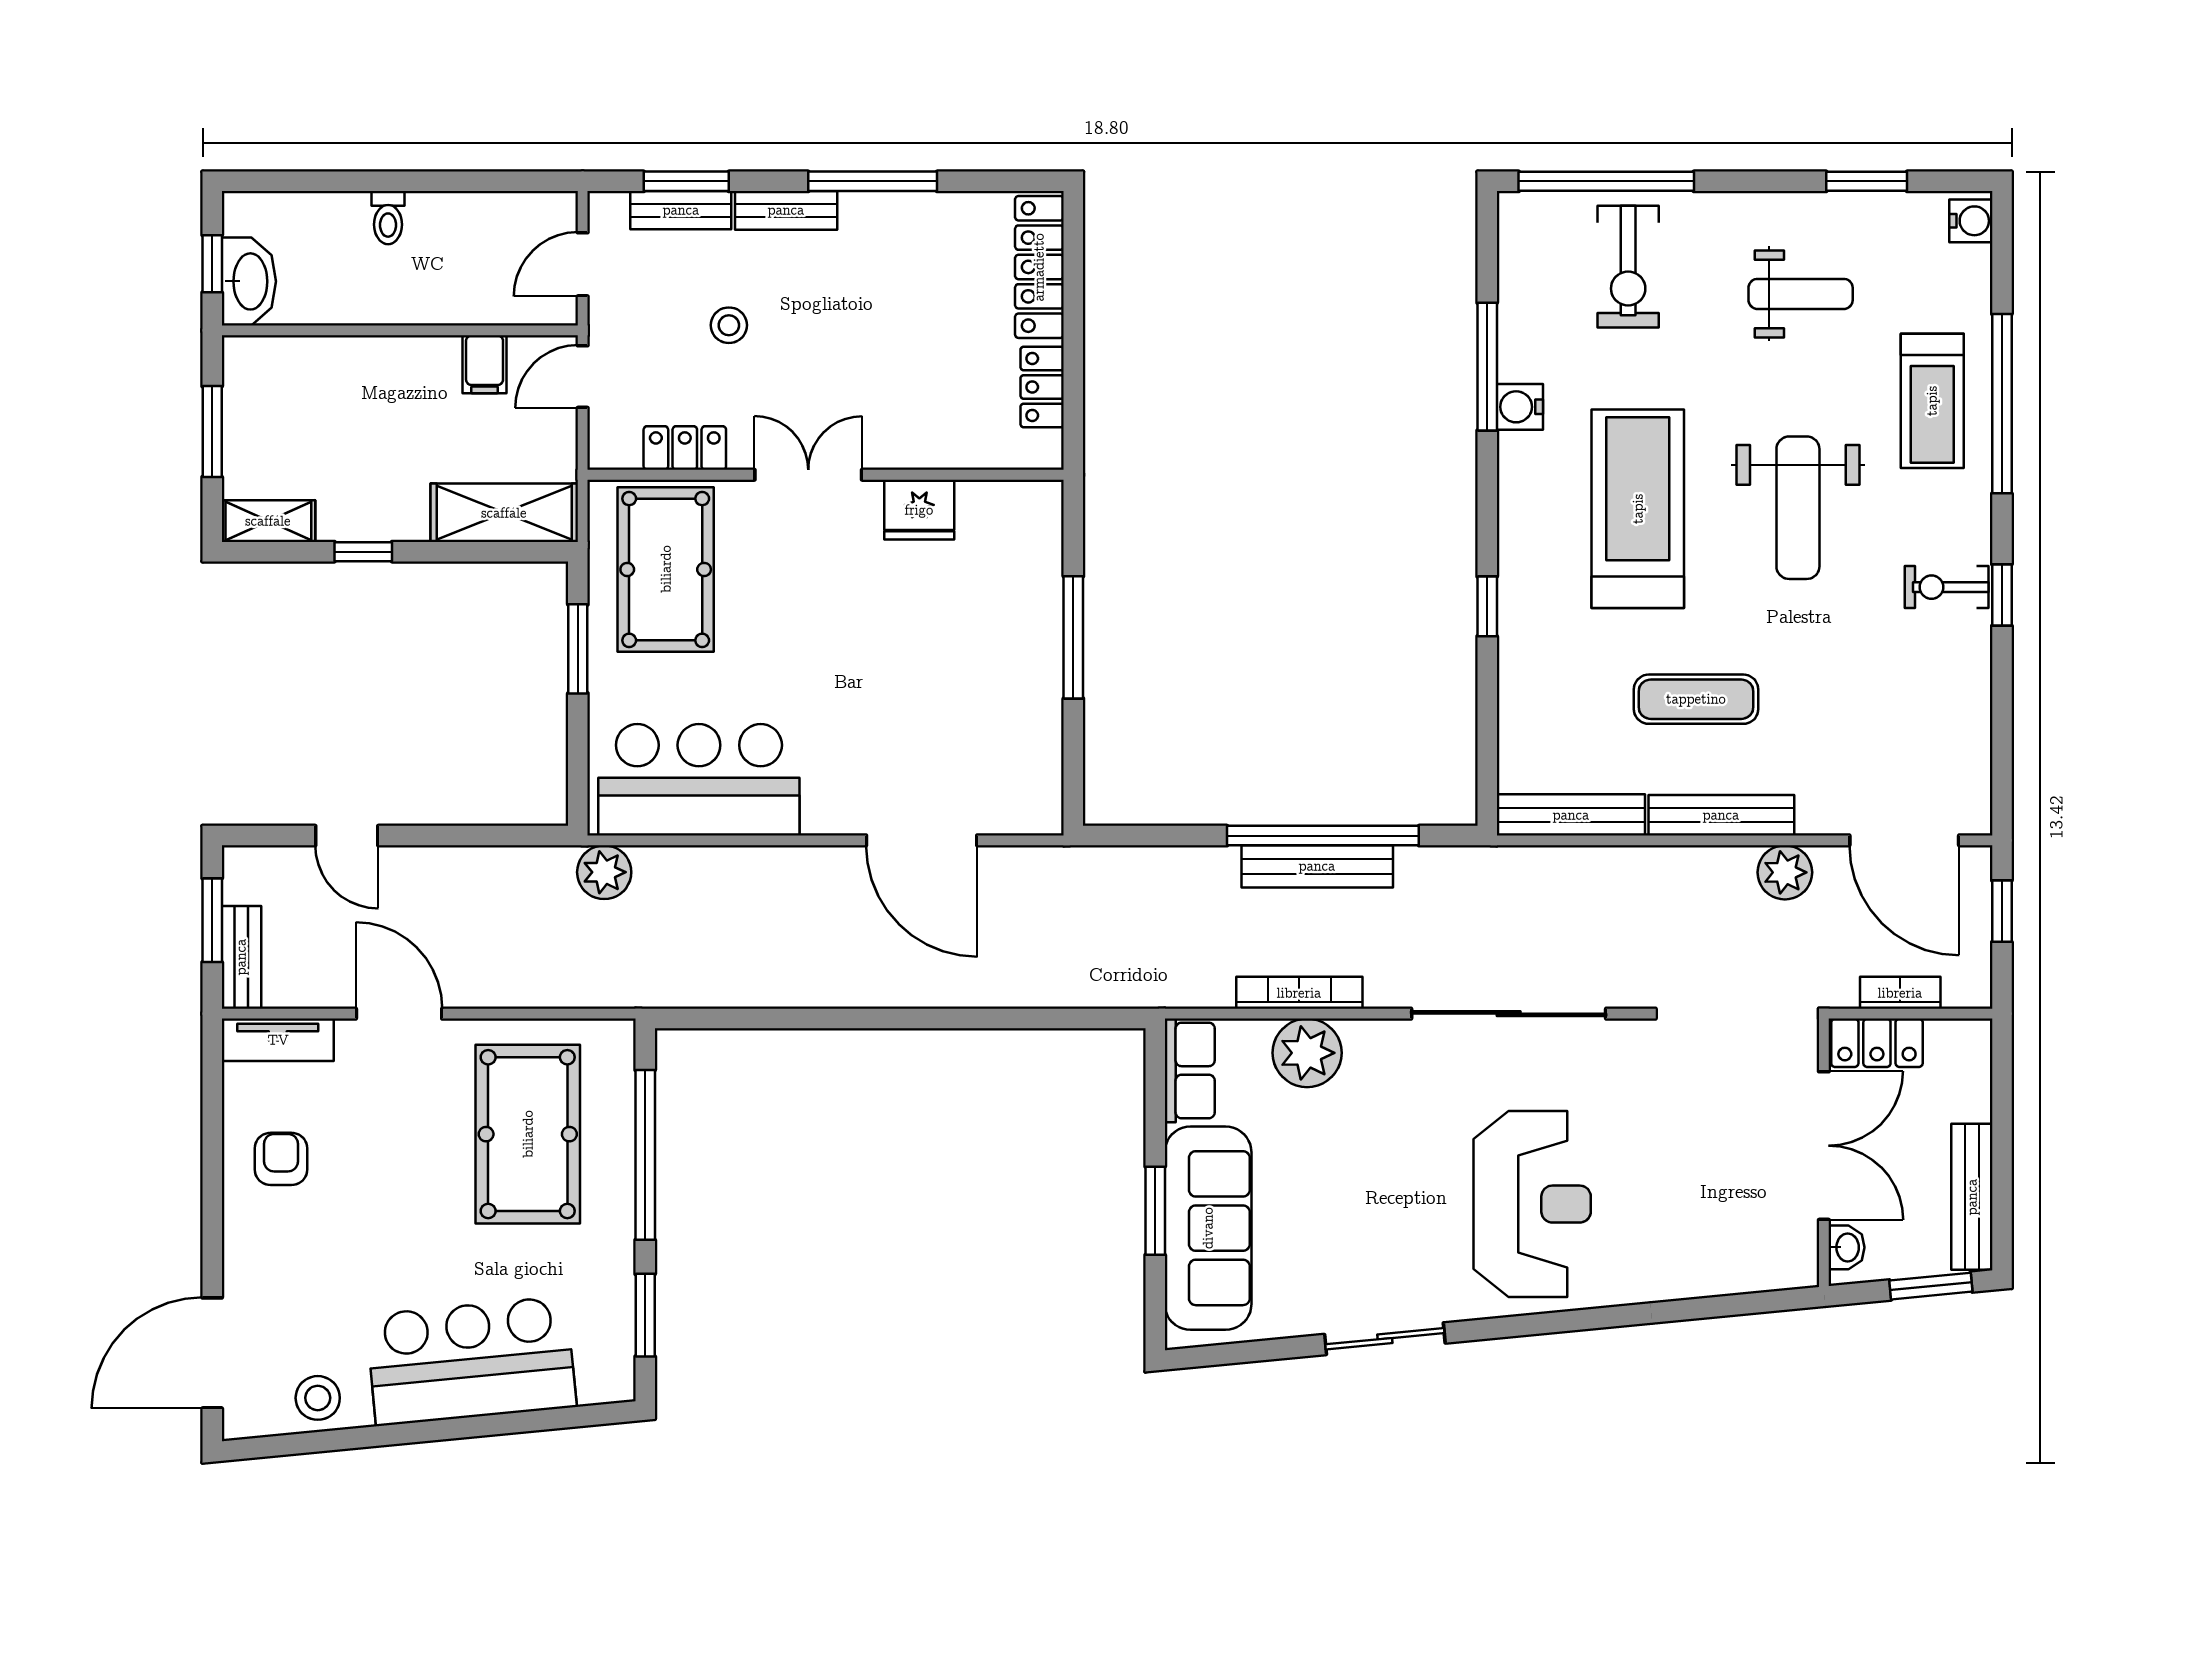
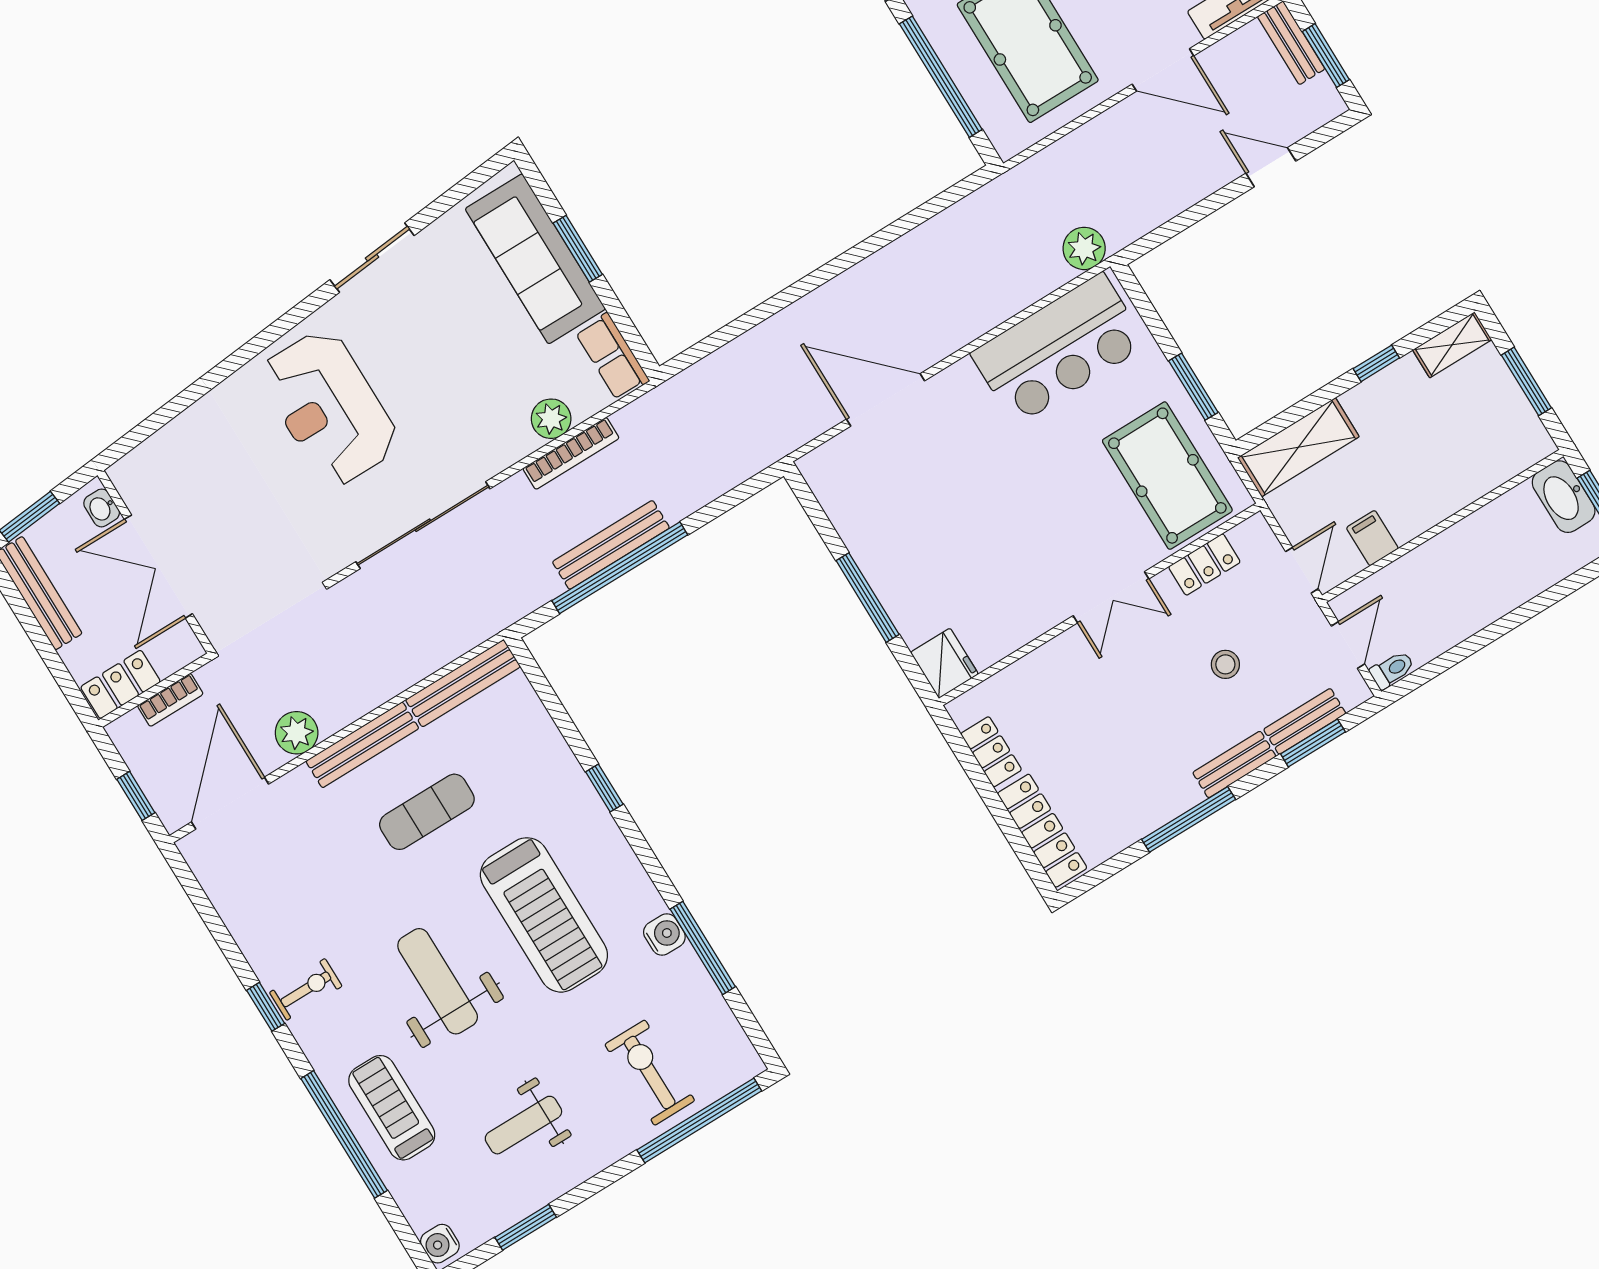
toilet: (388, 218) -> (1392, 670), moved, turned 90
fridge: (919, 510) -> (944, 663), moved, turned 90
door: (1904, 840) -> (230, 803), hinge flipped
locker: (1877, 1043) -> (120, 684), moved
plant: (1307, 1053) -> (551, 419), width x0.73, depth x0.73

